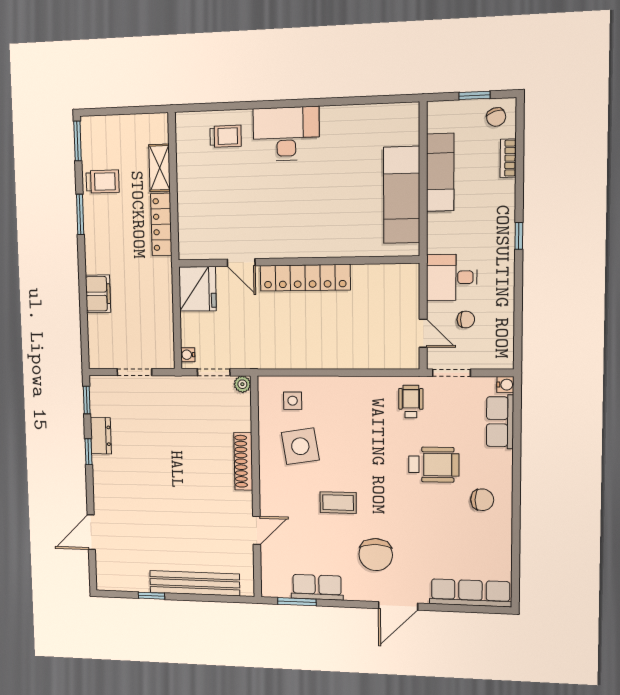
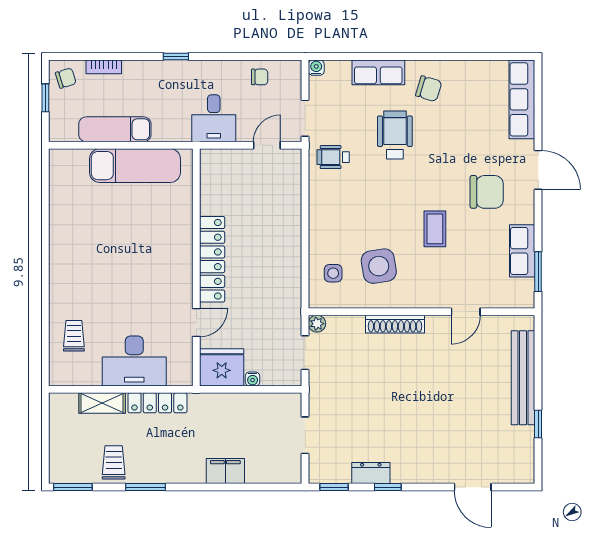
desk: (286, 134) -> (134, 361), moved, turned -90
chair: (466, 320) -> (260, 77), moved, turned 90
water cooler: (188, 355) -> (253, 379), moved
row of seats: (500, 422) -> (378, 72), moved
chair: (482, 500) -> (429, 89), turned 107
door: (257, 530) -> (466, 312), swing flipped

